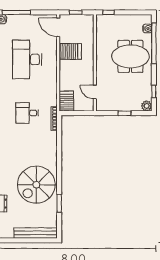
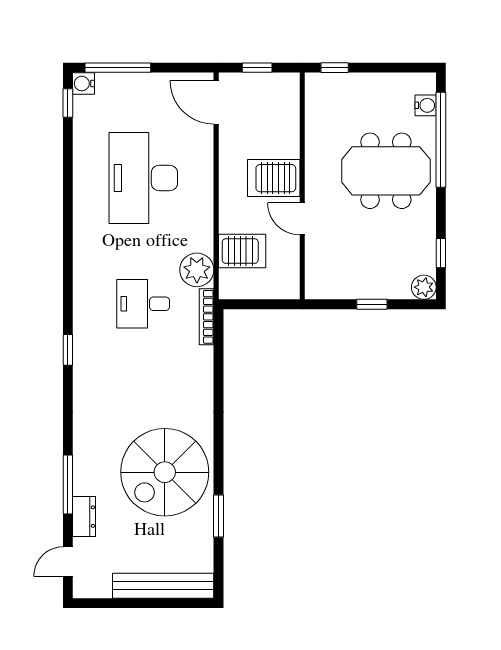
server rack: (70, 51) -> (274, 178), moved, turned 180
door: (95, 92) -> (302, 219), moved
plant: (50, 99) -> (197, 270), added
server rack: (66, 101) -> (242, 251), moved, turned 90

